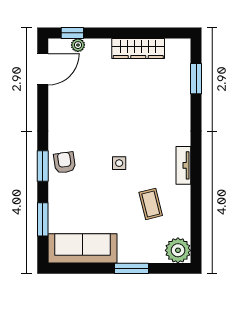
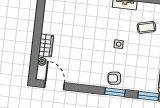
window: (72, 33) -> (34, 64), removed
wardrobe: (138, 48) -> (46, 46), moved, width x0.67

